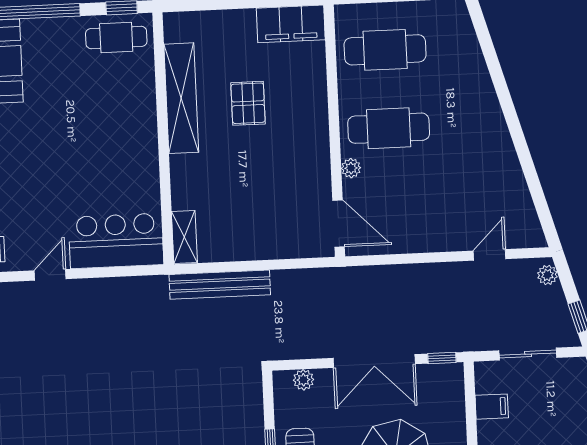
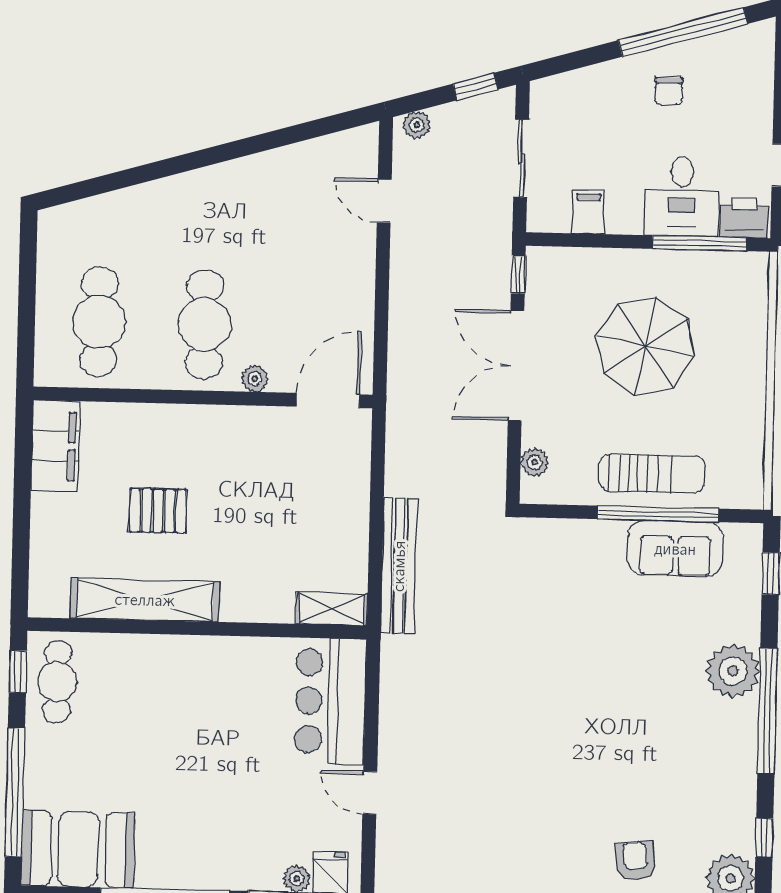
double door: (374, 361) -> (516, 366), swing flipped

